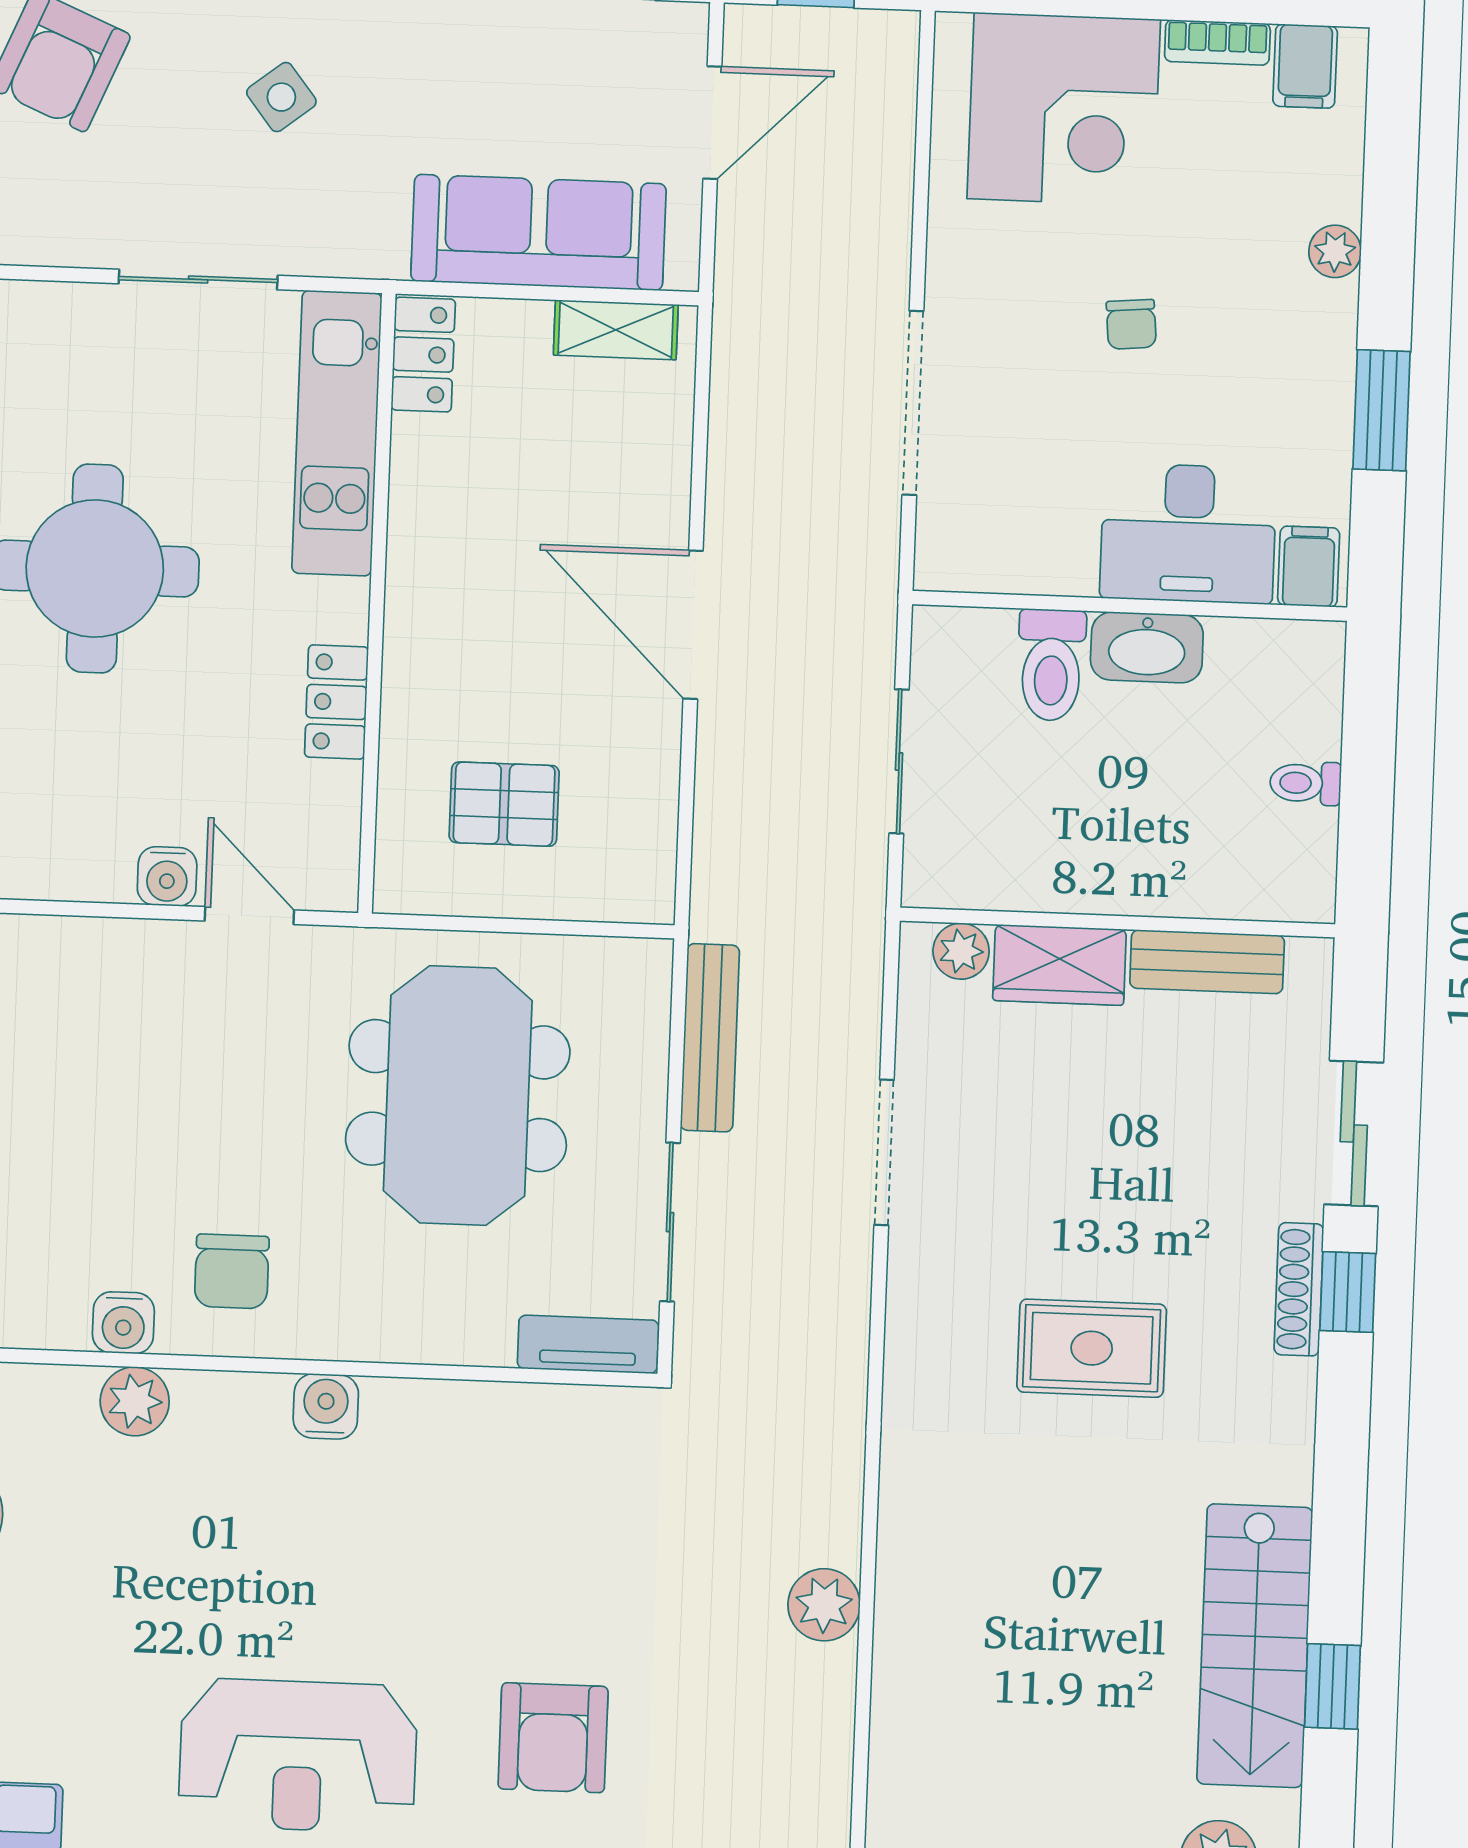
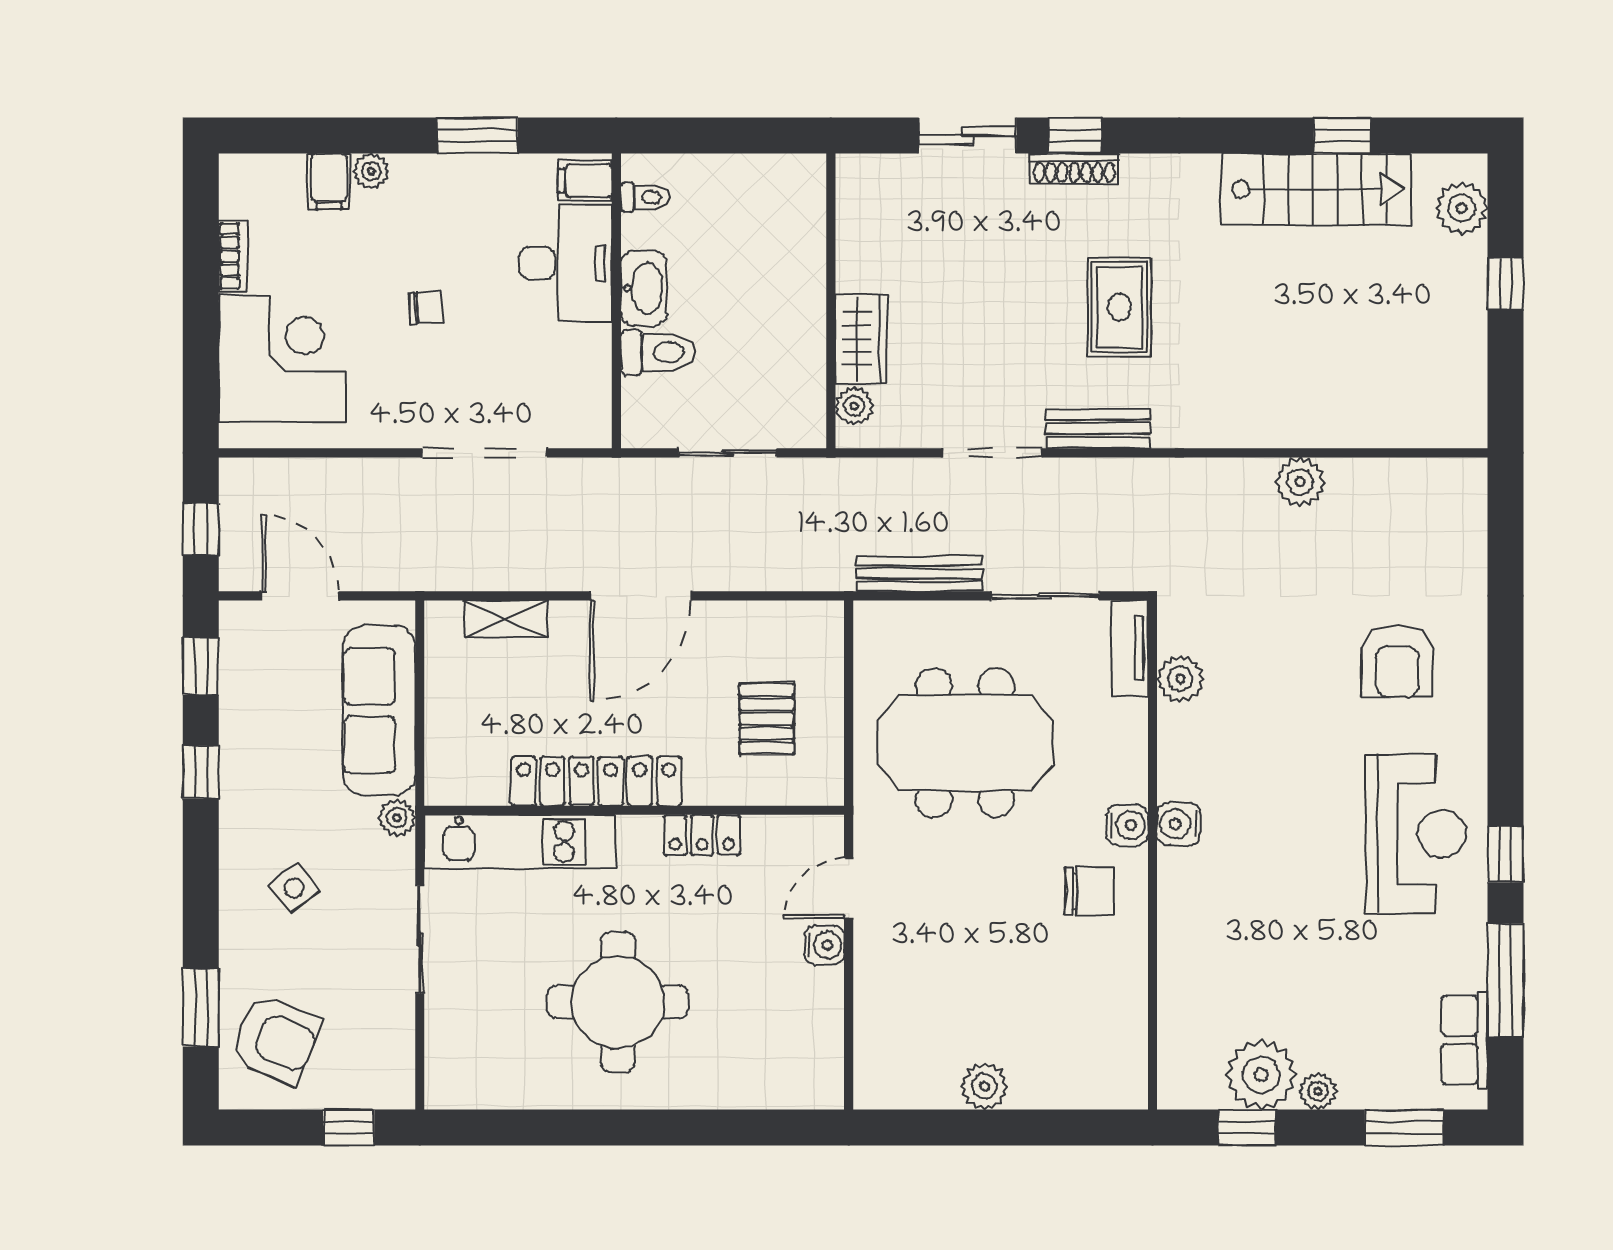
filing cabinet: (1305, 66) -> (329, 181), moved, turned 90
plant: (379, 253) -> (397, 818), added
shelving: (616, 330) -> (506, 619), moved, turned 90
locker: (423, 355) -> (596, 781), moved, width x2.16, depth x1.21
toilet: (1305, 783) -> (645, 197), moved, turned -90
bench: (1207, 962) -> (1098, 429), moved, turned 90
water cooler: (123, 1323) -> (1127, 825), moved
plant: (135, 1401) -> (1180, 679), moved
armchair: (553, 1738) -> (1397, 662), turned 90

